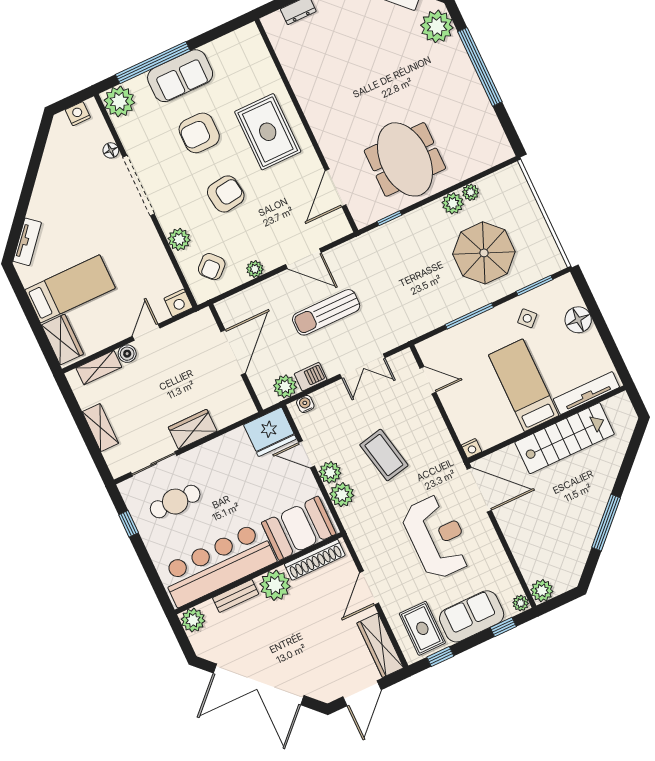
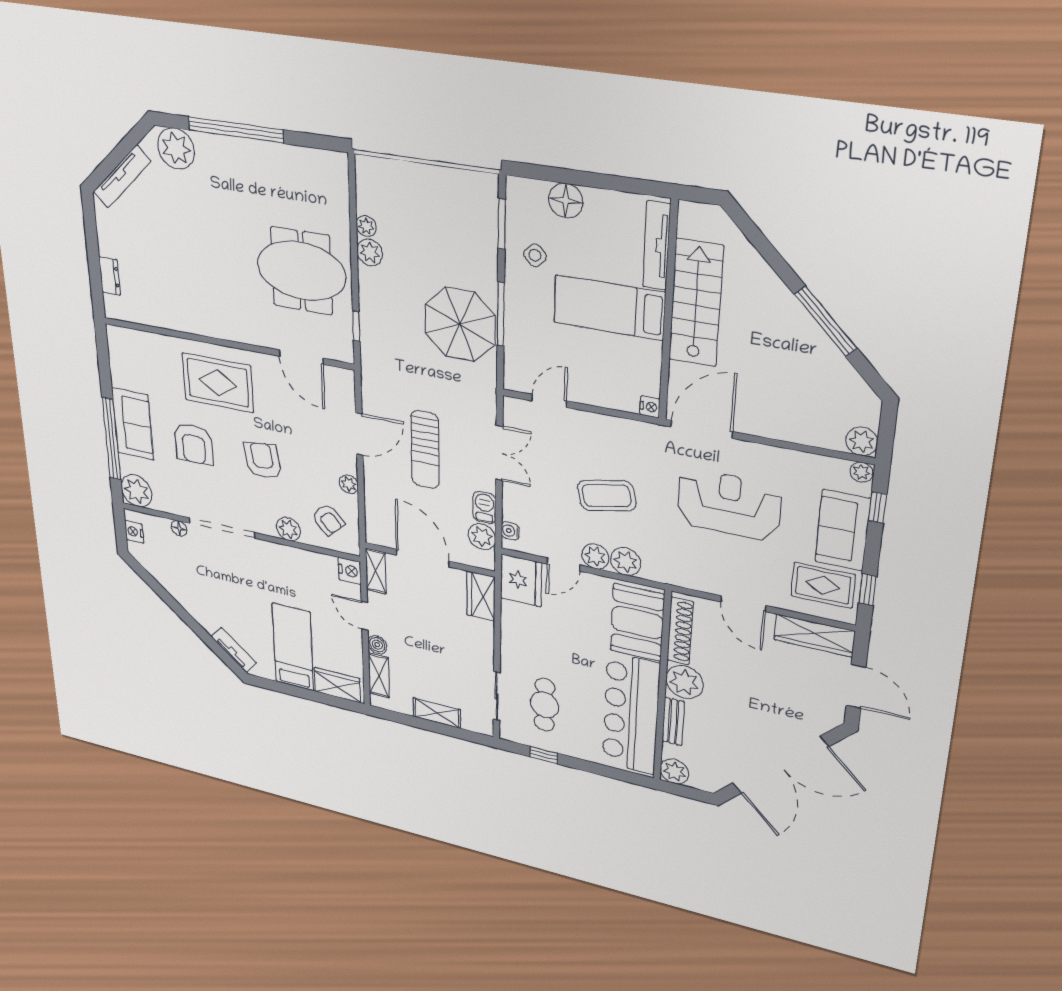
parasol: (484, 253) -> (460, 324), moved
shelving: (194, 323) -> (376, 571), added
wardrobe: (193, 429) -> (481, 596), moved

